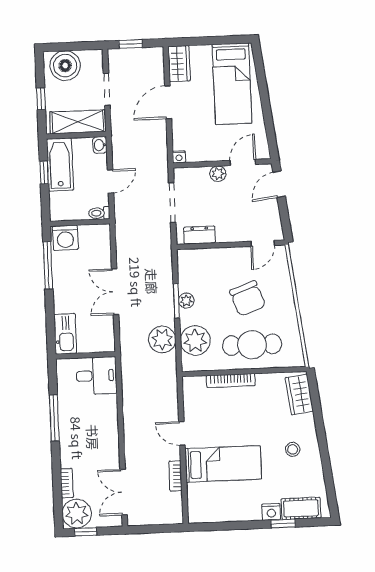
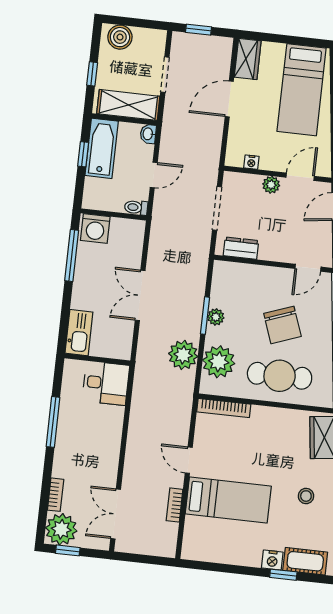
boiler: (65, 66) -> (120, 37), width x0.73, depth x0.73
nightstand: (179, 157) -> (251, 162), moved
bookcase: (231, 381) -> (224, 408), moved

